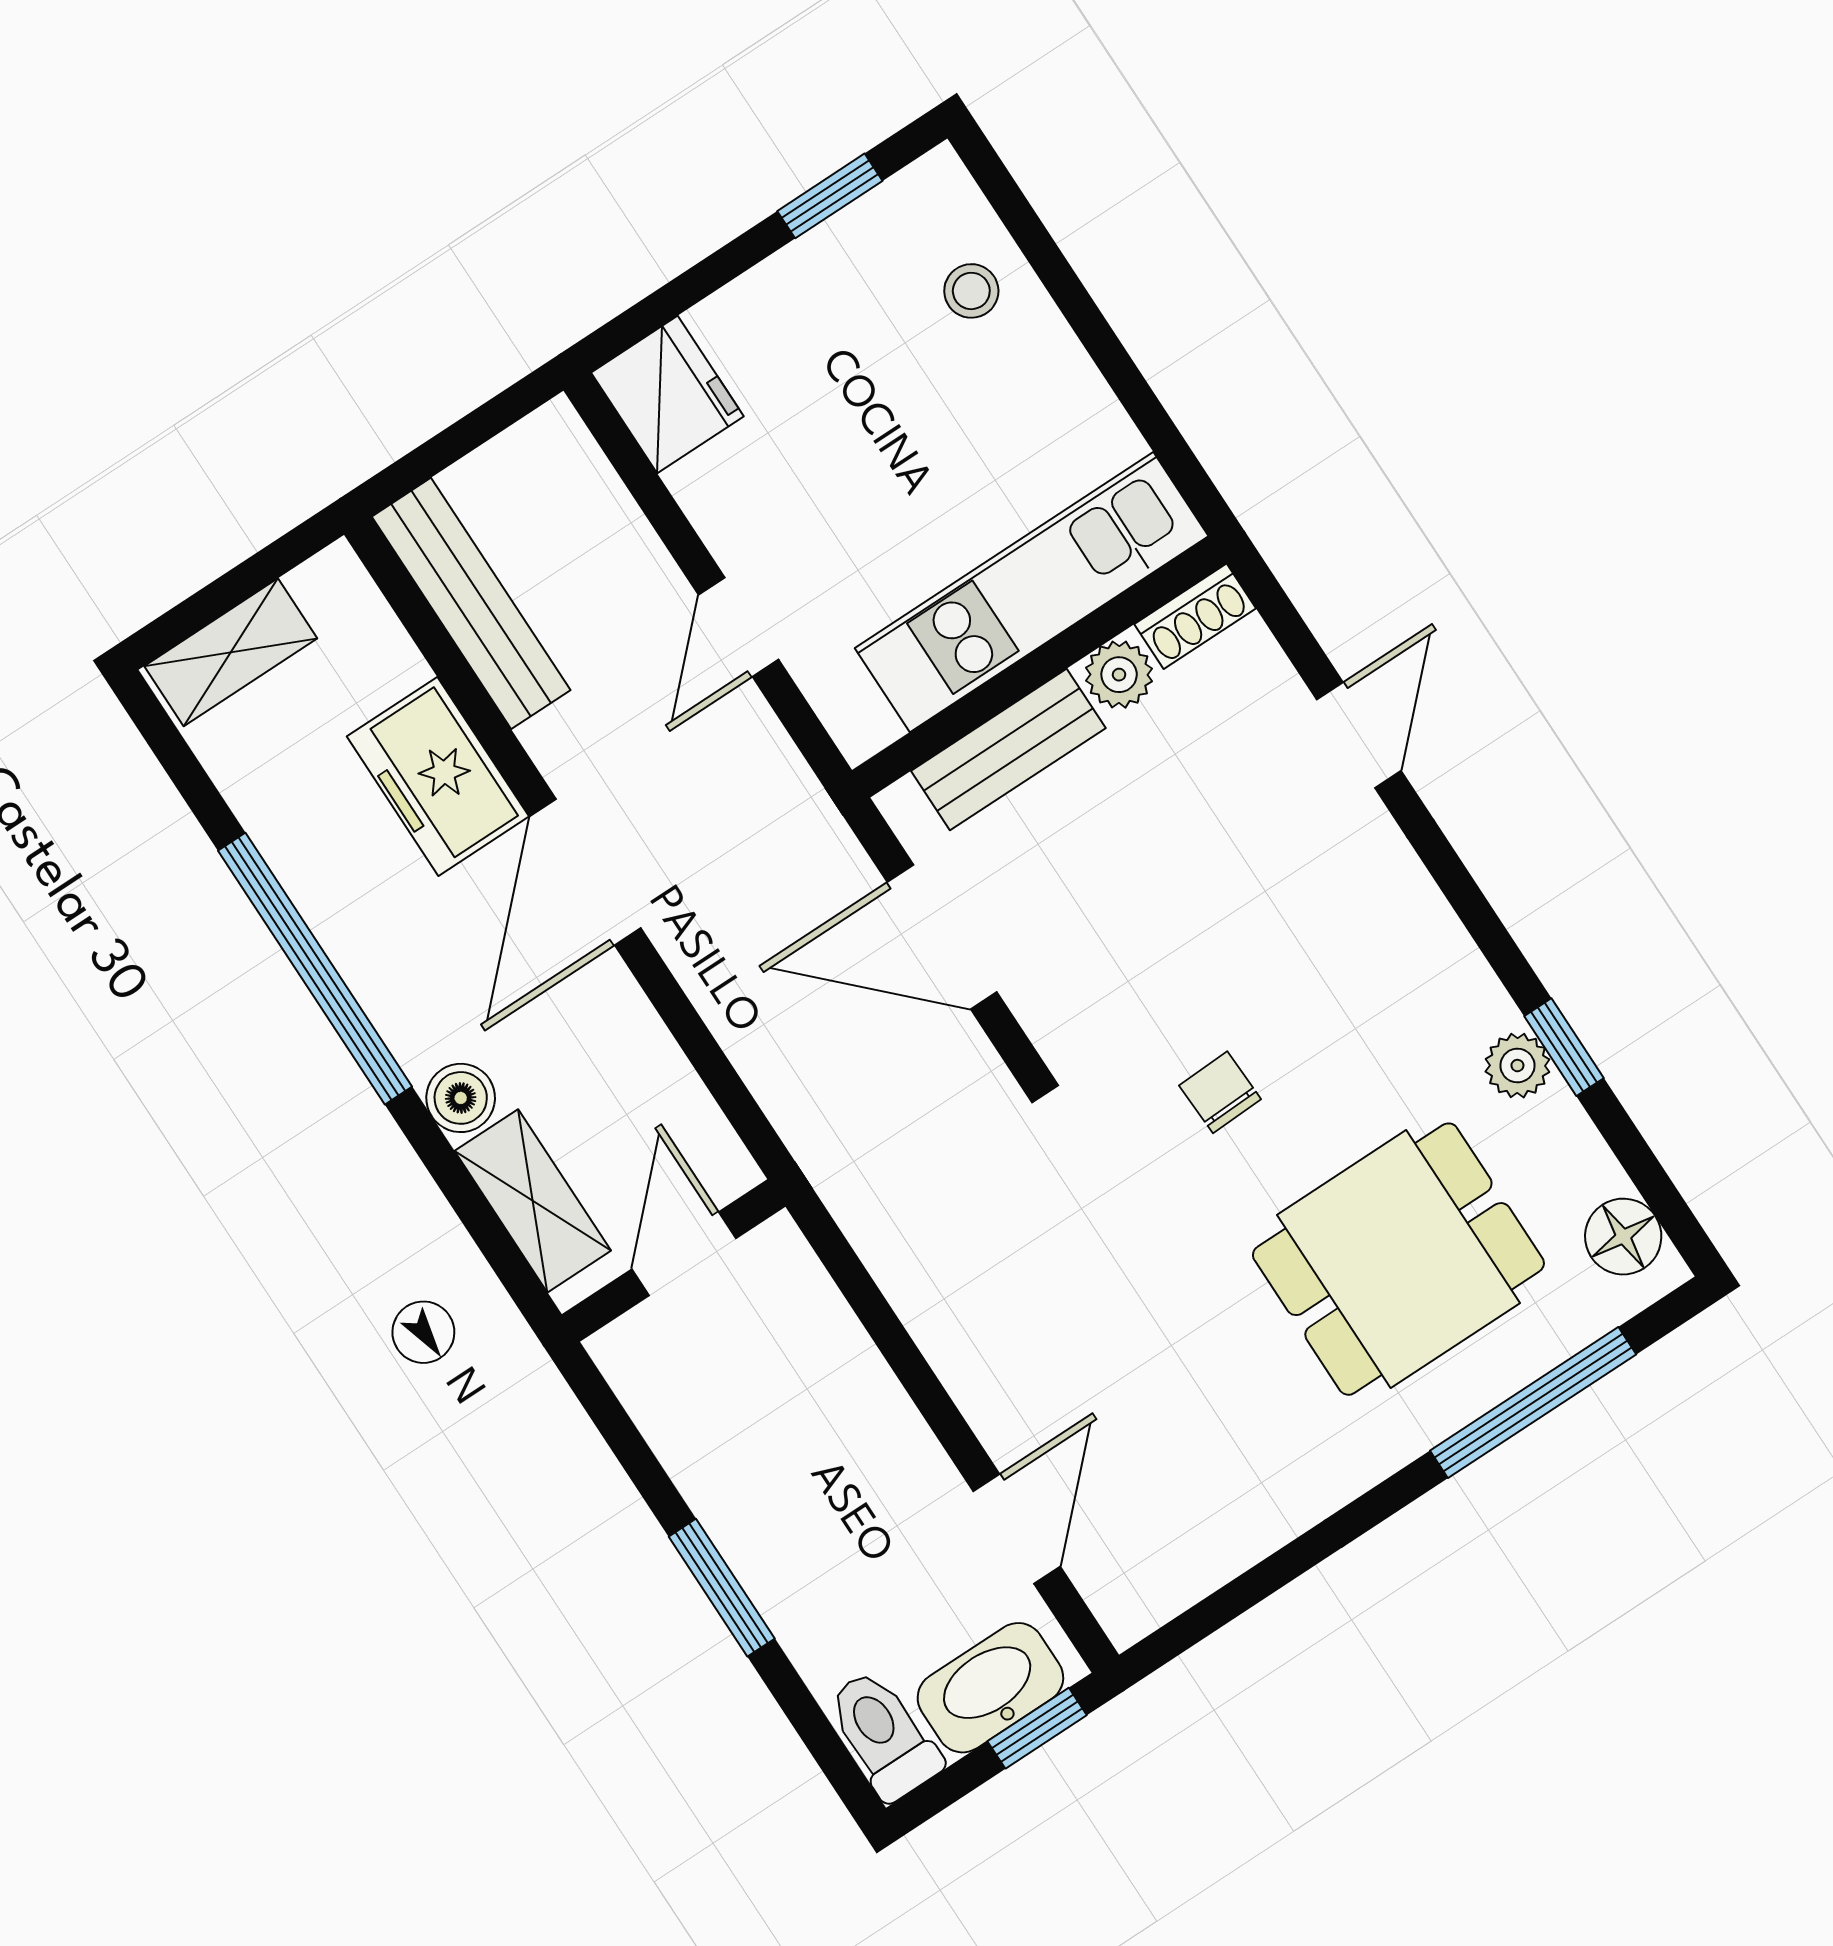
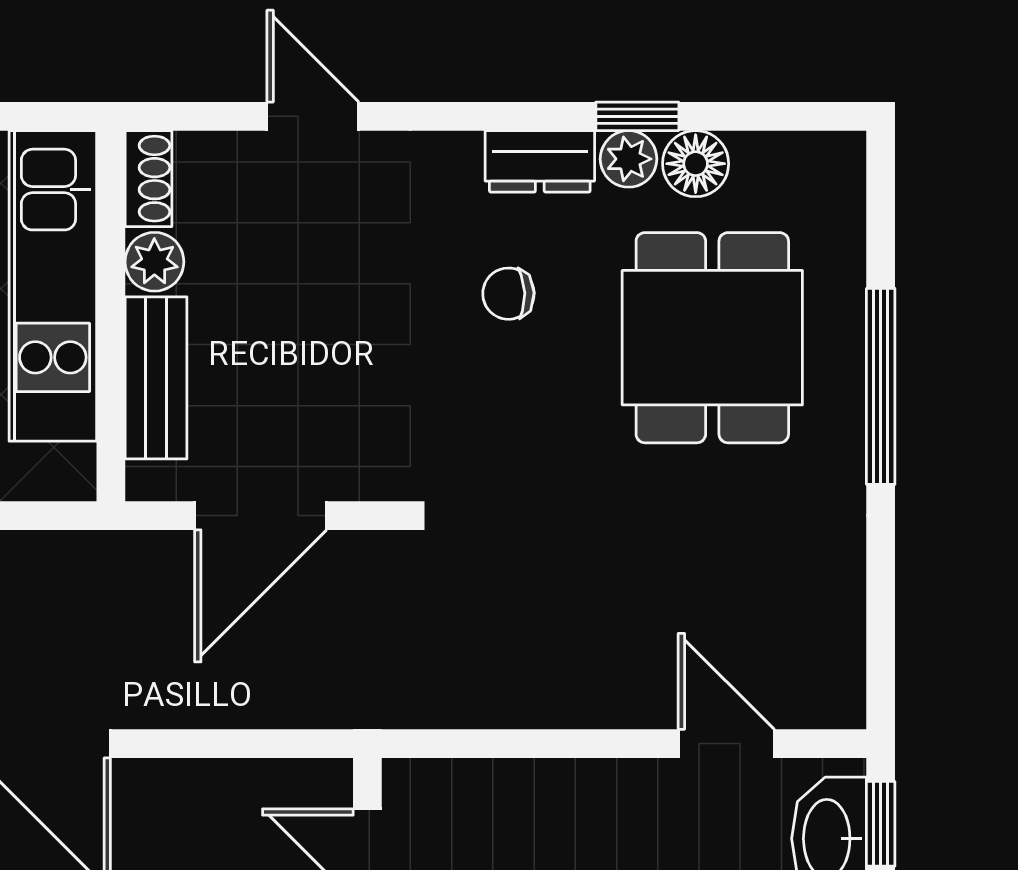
dresser: (1459, 982) -> (540, 161), added
chair: (1220, 1092) -> (508, 294), moved
floor lamp: (1623, 1237) -> (696, 164), moved
window: (1533, 1402) -> (881, 386), moved

